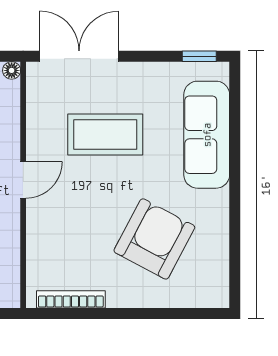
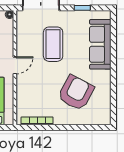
window: (199, 56) -> (82, 8), moved
coffee table: (105, 134) -> (53, 44), turned 90

